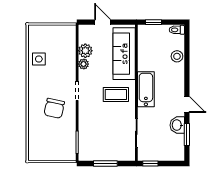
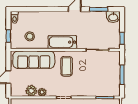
stool: (177, 56) -> (30, 36), moved
washbasin: (177, 125) -> (113, 17), moved

